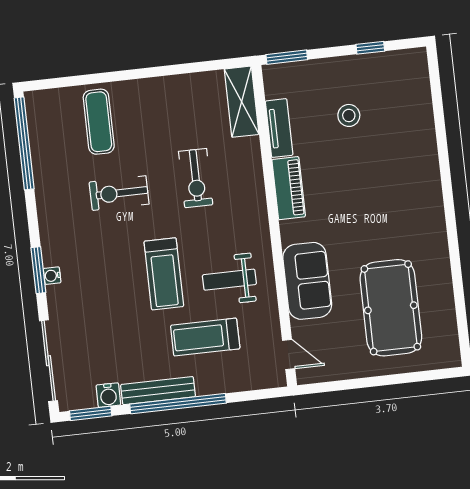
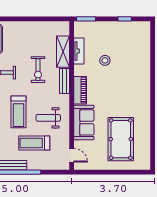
shelving: (242, 102) -> (63, 52), moved
stool: (349, 115) -> (105, 60), moved
piano: (289, 188) -> (80, 90), moved
bench: (256, 196) -> (65, 81), added

